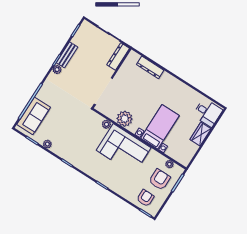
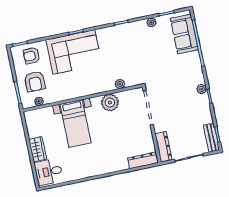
bench: (67, 55) -> (211, 138), moved
dresser: (150, 67) -> (143, 160), moved
corner sofa: (124, 149) -> (74, 52), moved, turned 180
armchair: (145, 198) -> (32, 56), turned 90

